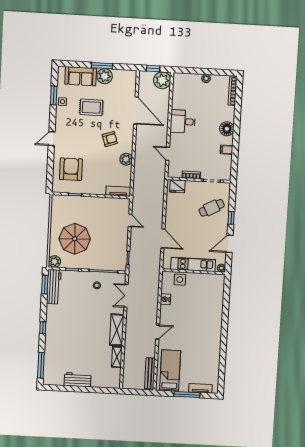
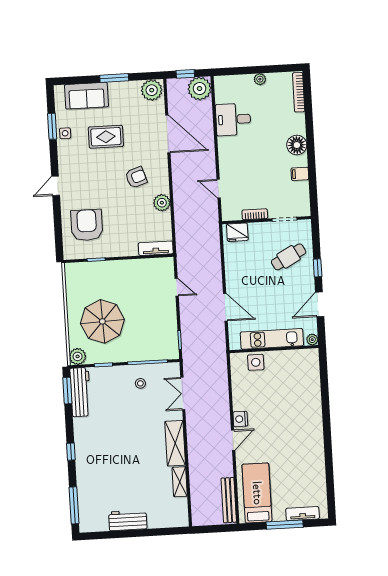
plant: (105, 76) -> (152, 90), moved
desk: (183, 122) -> (233, 119), moved
nightstand: (165, 299) -> (240, 419), moved

